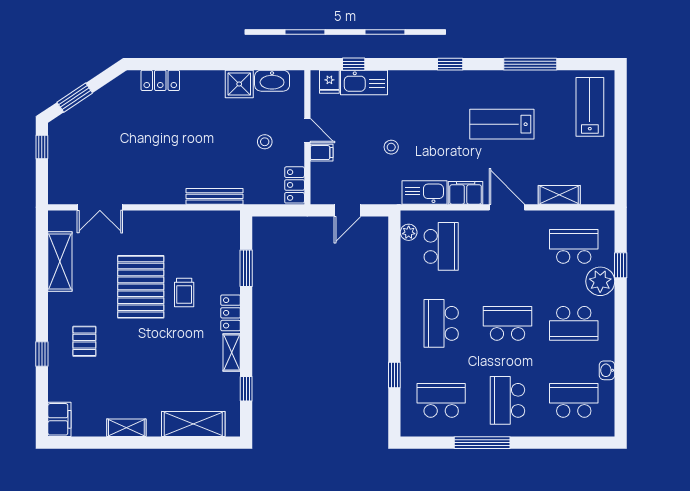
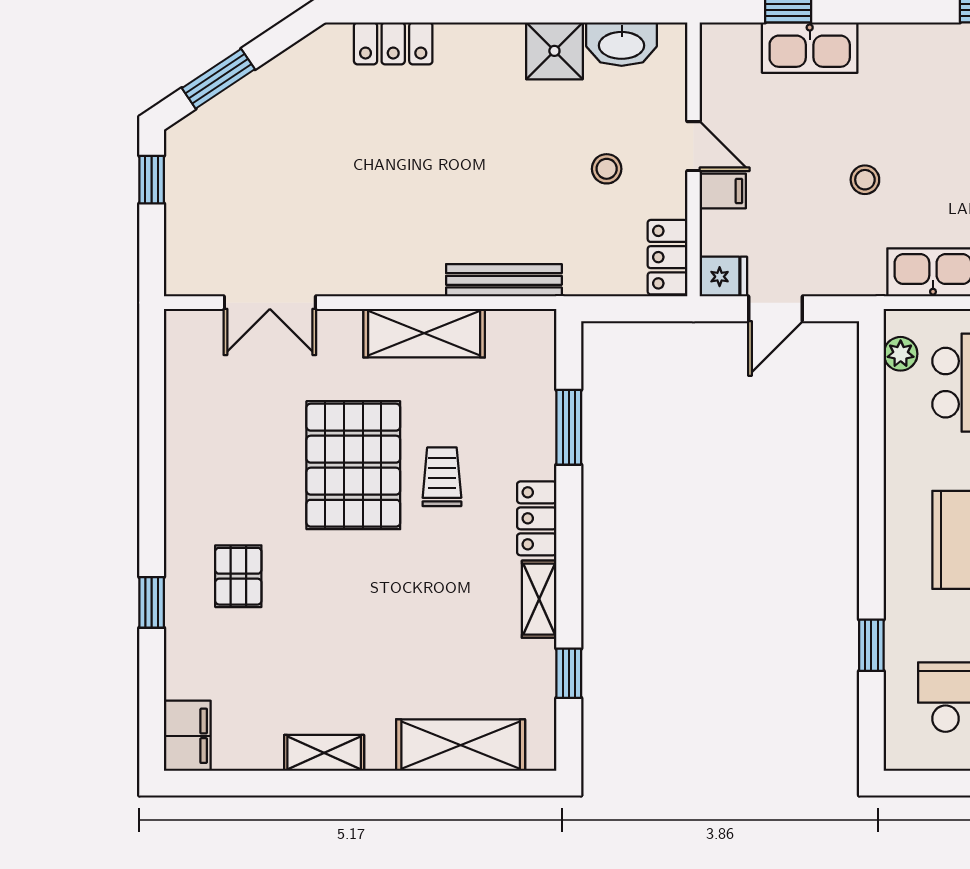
fridge: (329, 82) -> (723, 277), moved, turned -90
shelving: (60, 261) -> (424, 333), moved, turned 90
trolley: (184, 292) -> (442, 477), turned 180

